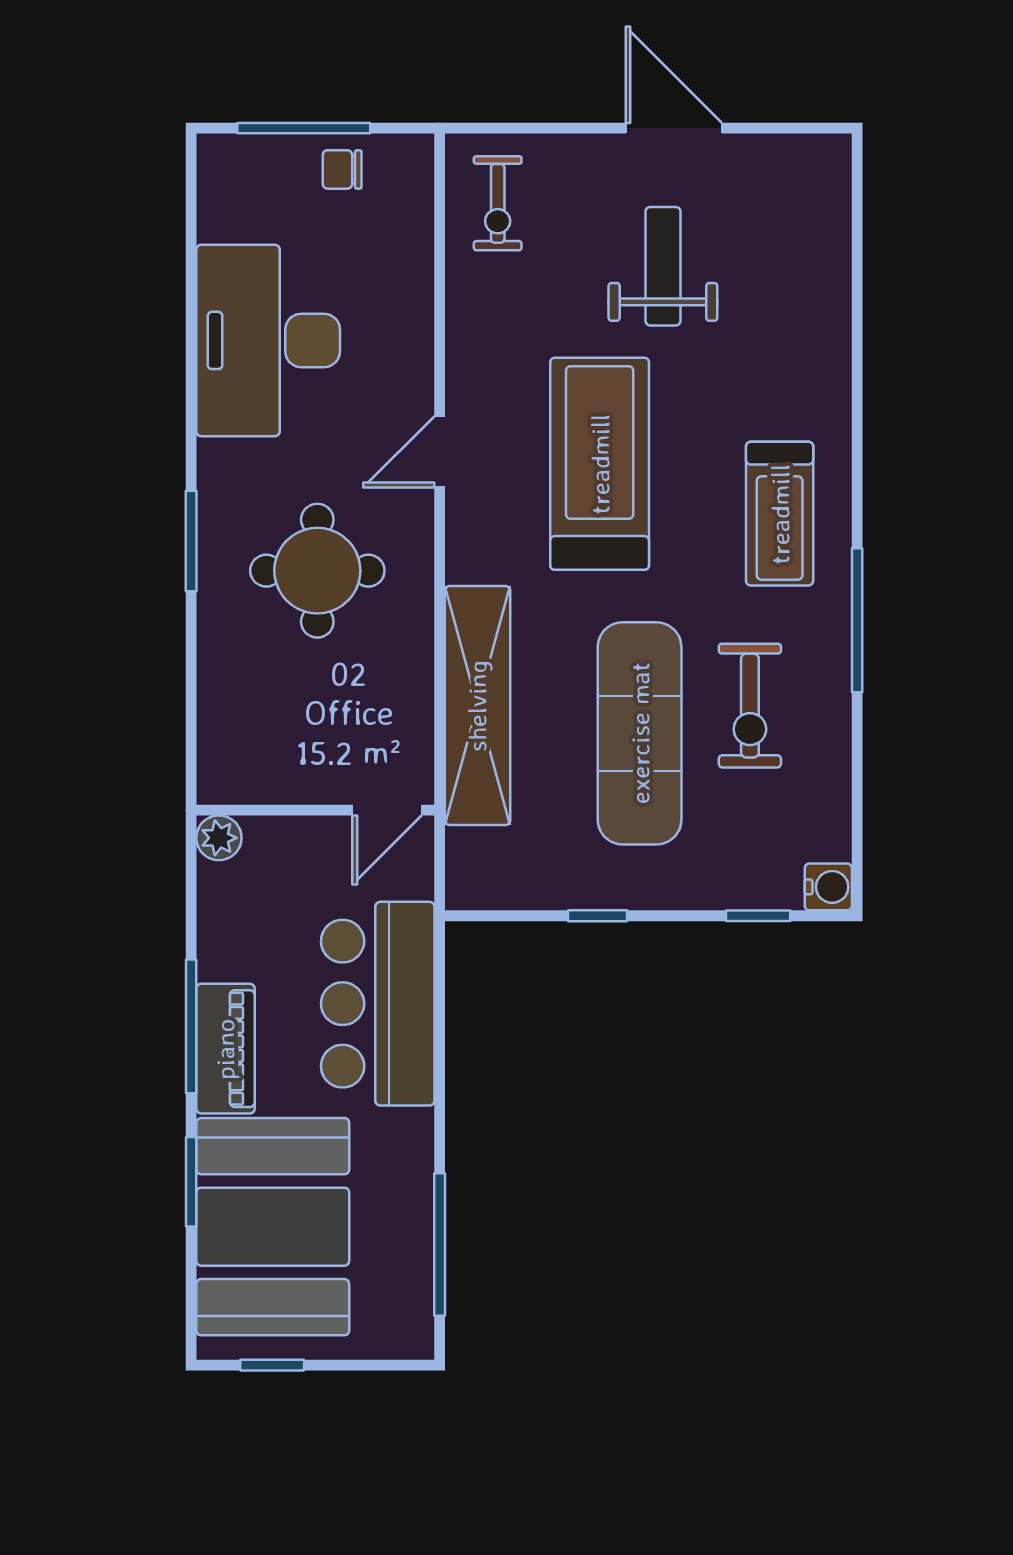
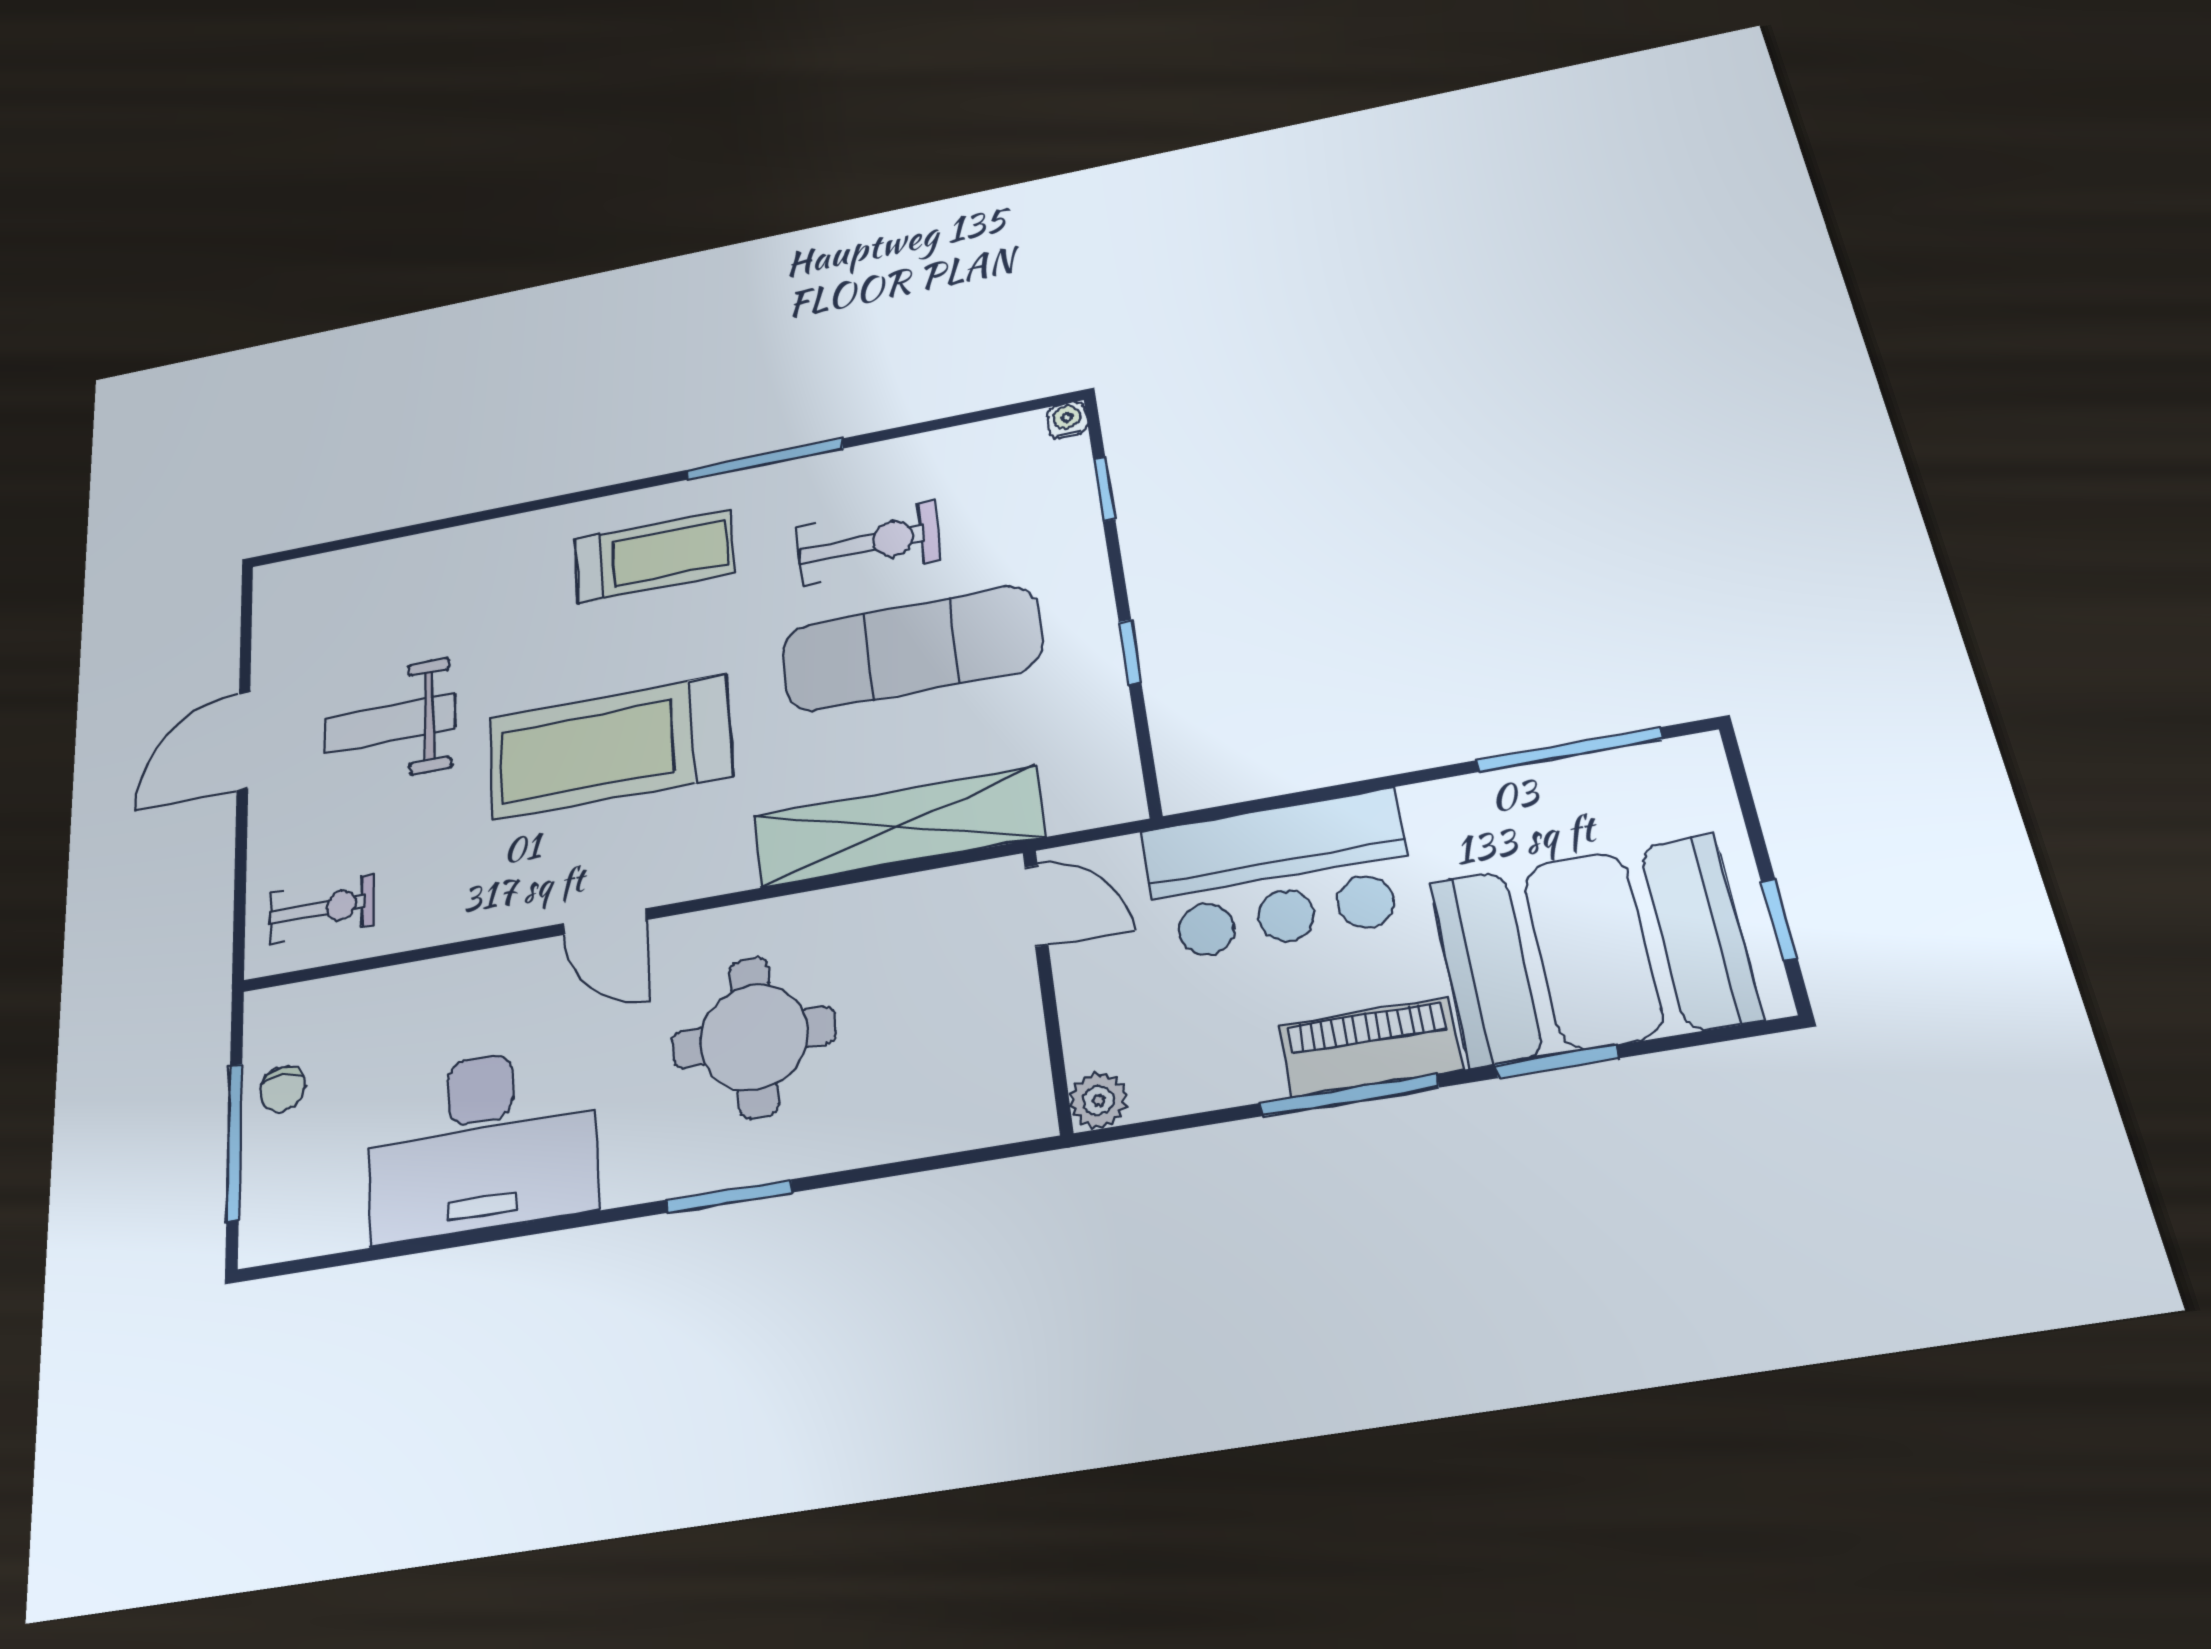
water cooler: (828, 887) -> (1067, 420), width x0.72, depth x0.72

